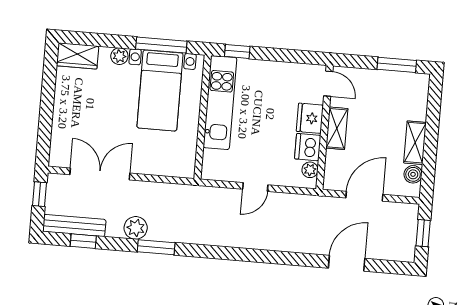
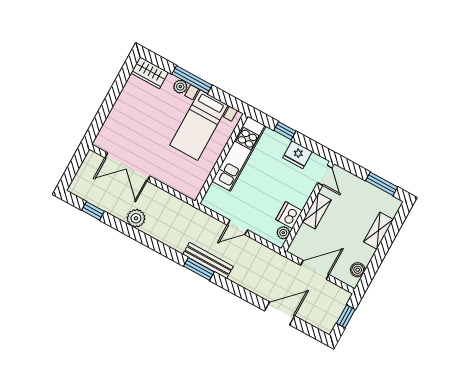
window: (161, 45) -> (192, 80), moved
window: (237, 51) -> (285, 131), moved
fridge: (310, 118) -> (297, 155), moved, turned -90
shelving: (415, 143) -> (378, 231), moved
double door: (100, 174) -> (127, 167), swing flipped
window: (40, 194) -> (76, 162), removed
bench: (74, 225) -> (208, 260), moved
window: (156, 247) -> (199, 269), moved

